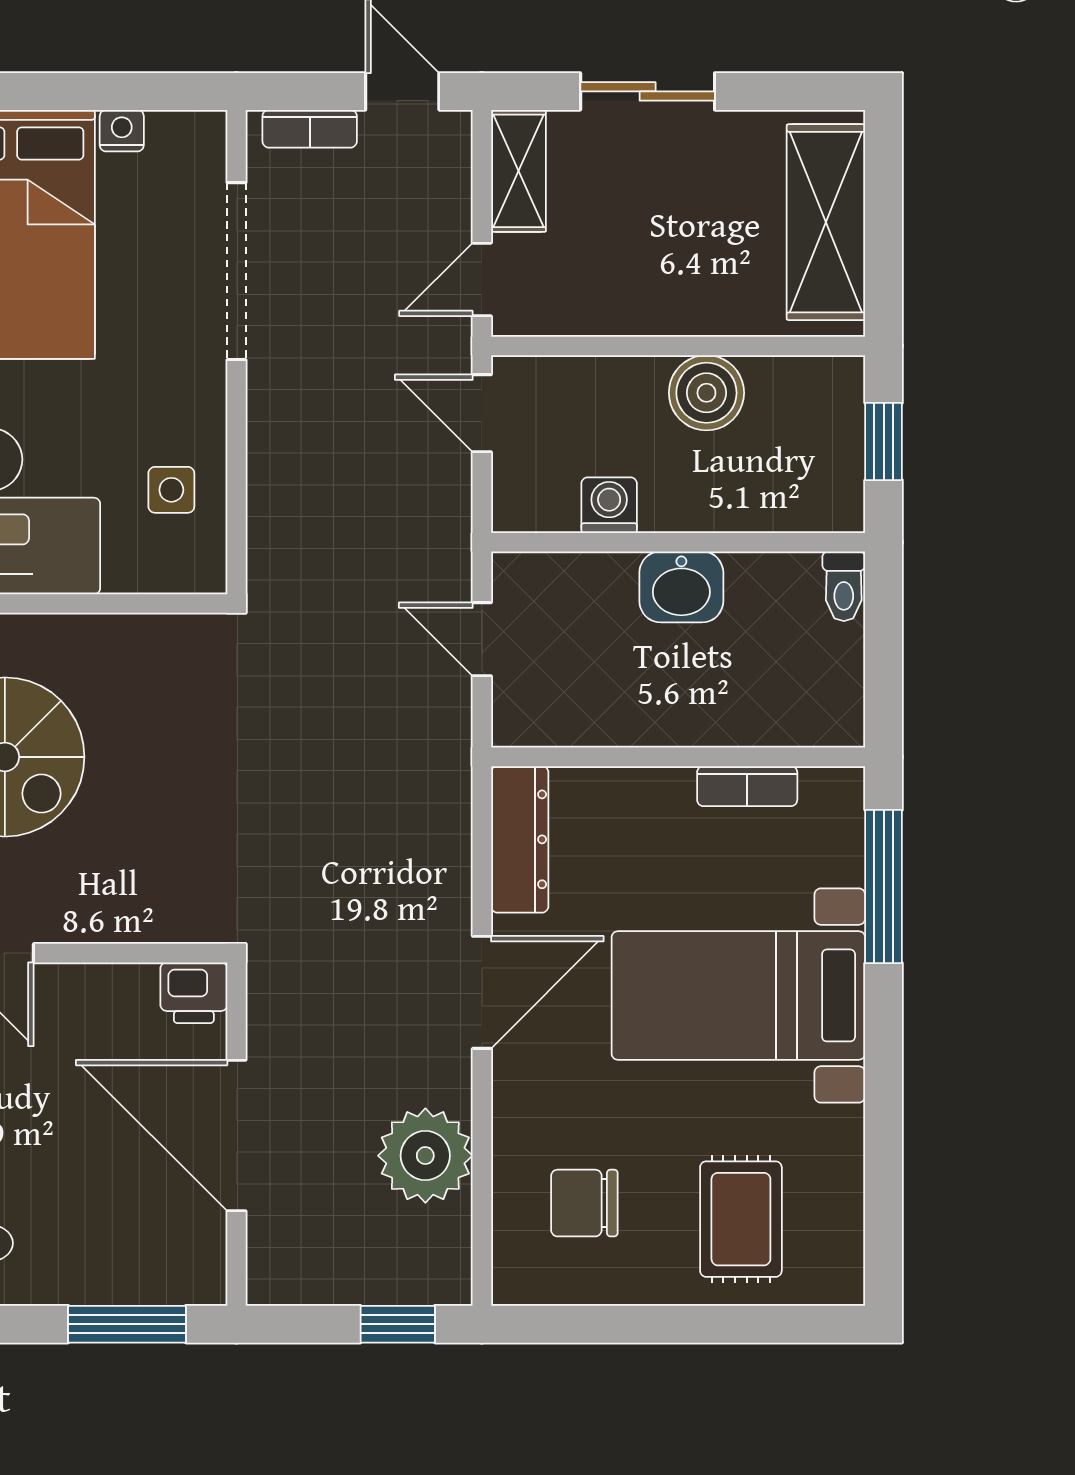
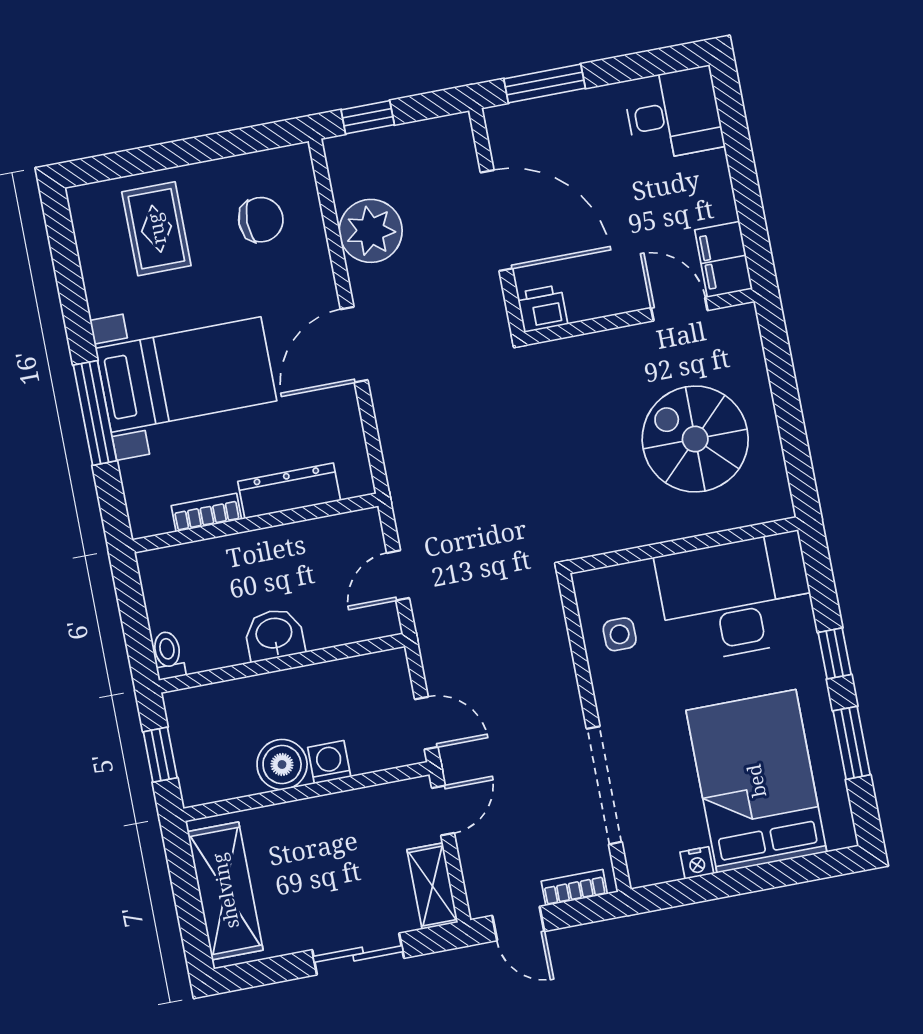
washing machine: (609, 505) -> (329, 762), moved, turned 180
door: (482, 639) -> (398, 575), swing flipped
dresser: (520, 839) -> (289, 491), moved, turned 90
window: (884, 886) -> (95, 413), moved

